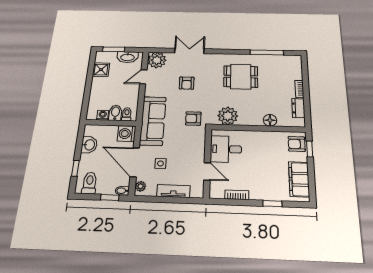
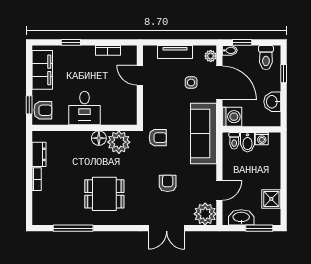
floor lamp: (270, 120) -> (99, 138), moved
desk: (226, 149) -> (85, 108), moved, turned 90

